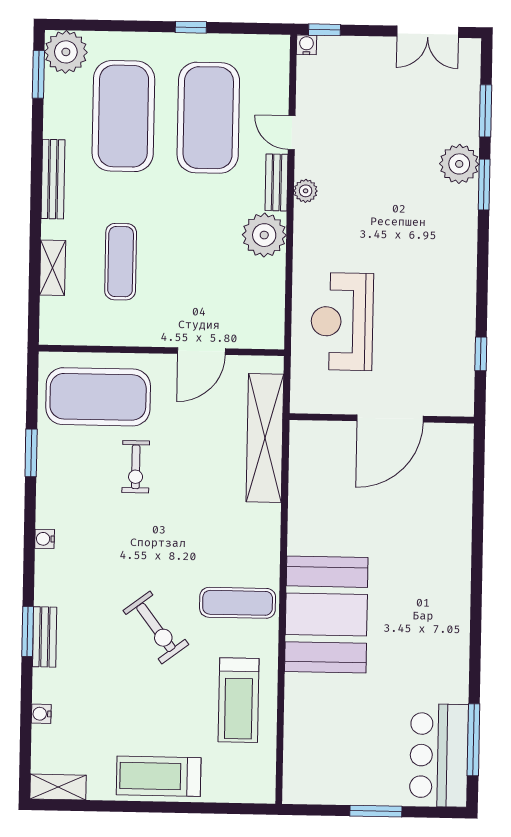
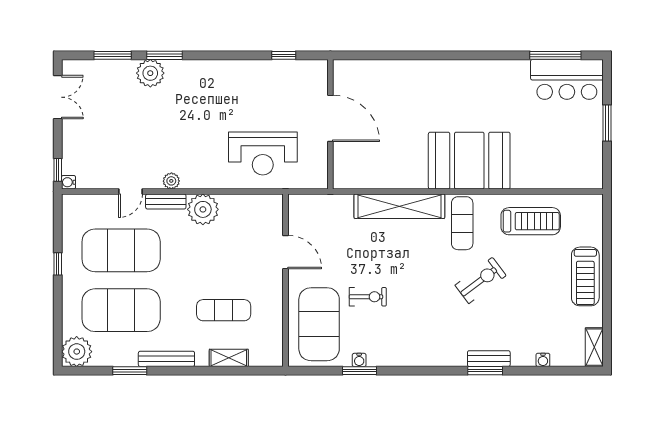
window: (38, 74) -> (130, 371), moved
shelving: (265, 438) -> (399, 206), moved
water cooler: (45, 539) -> (359, 360), moved

